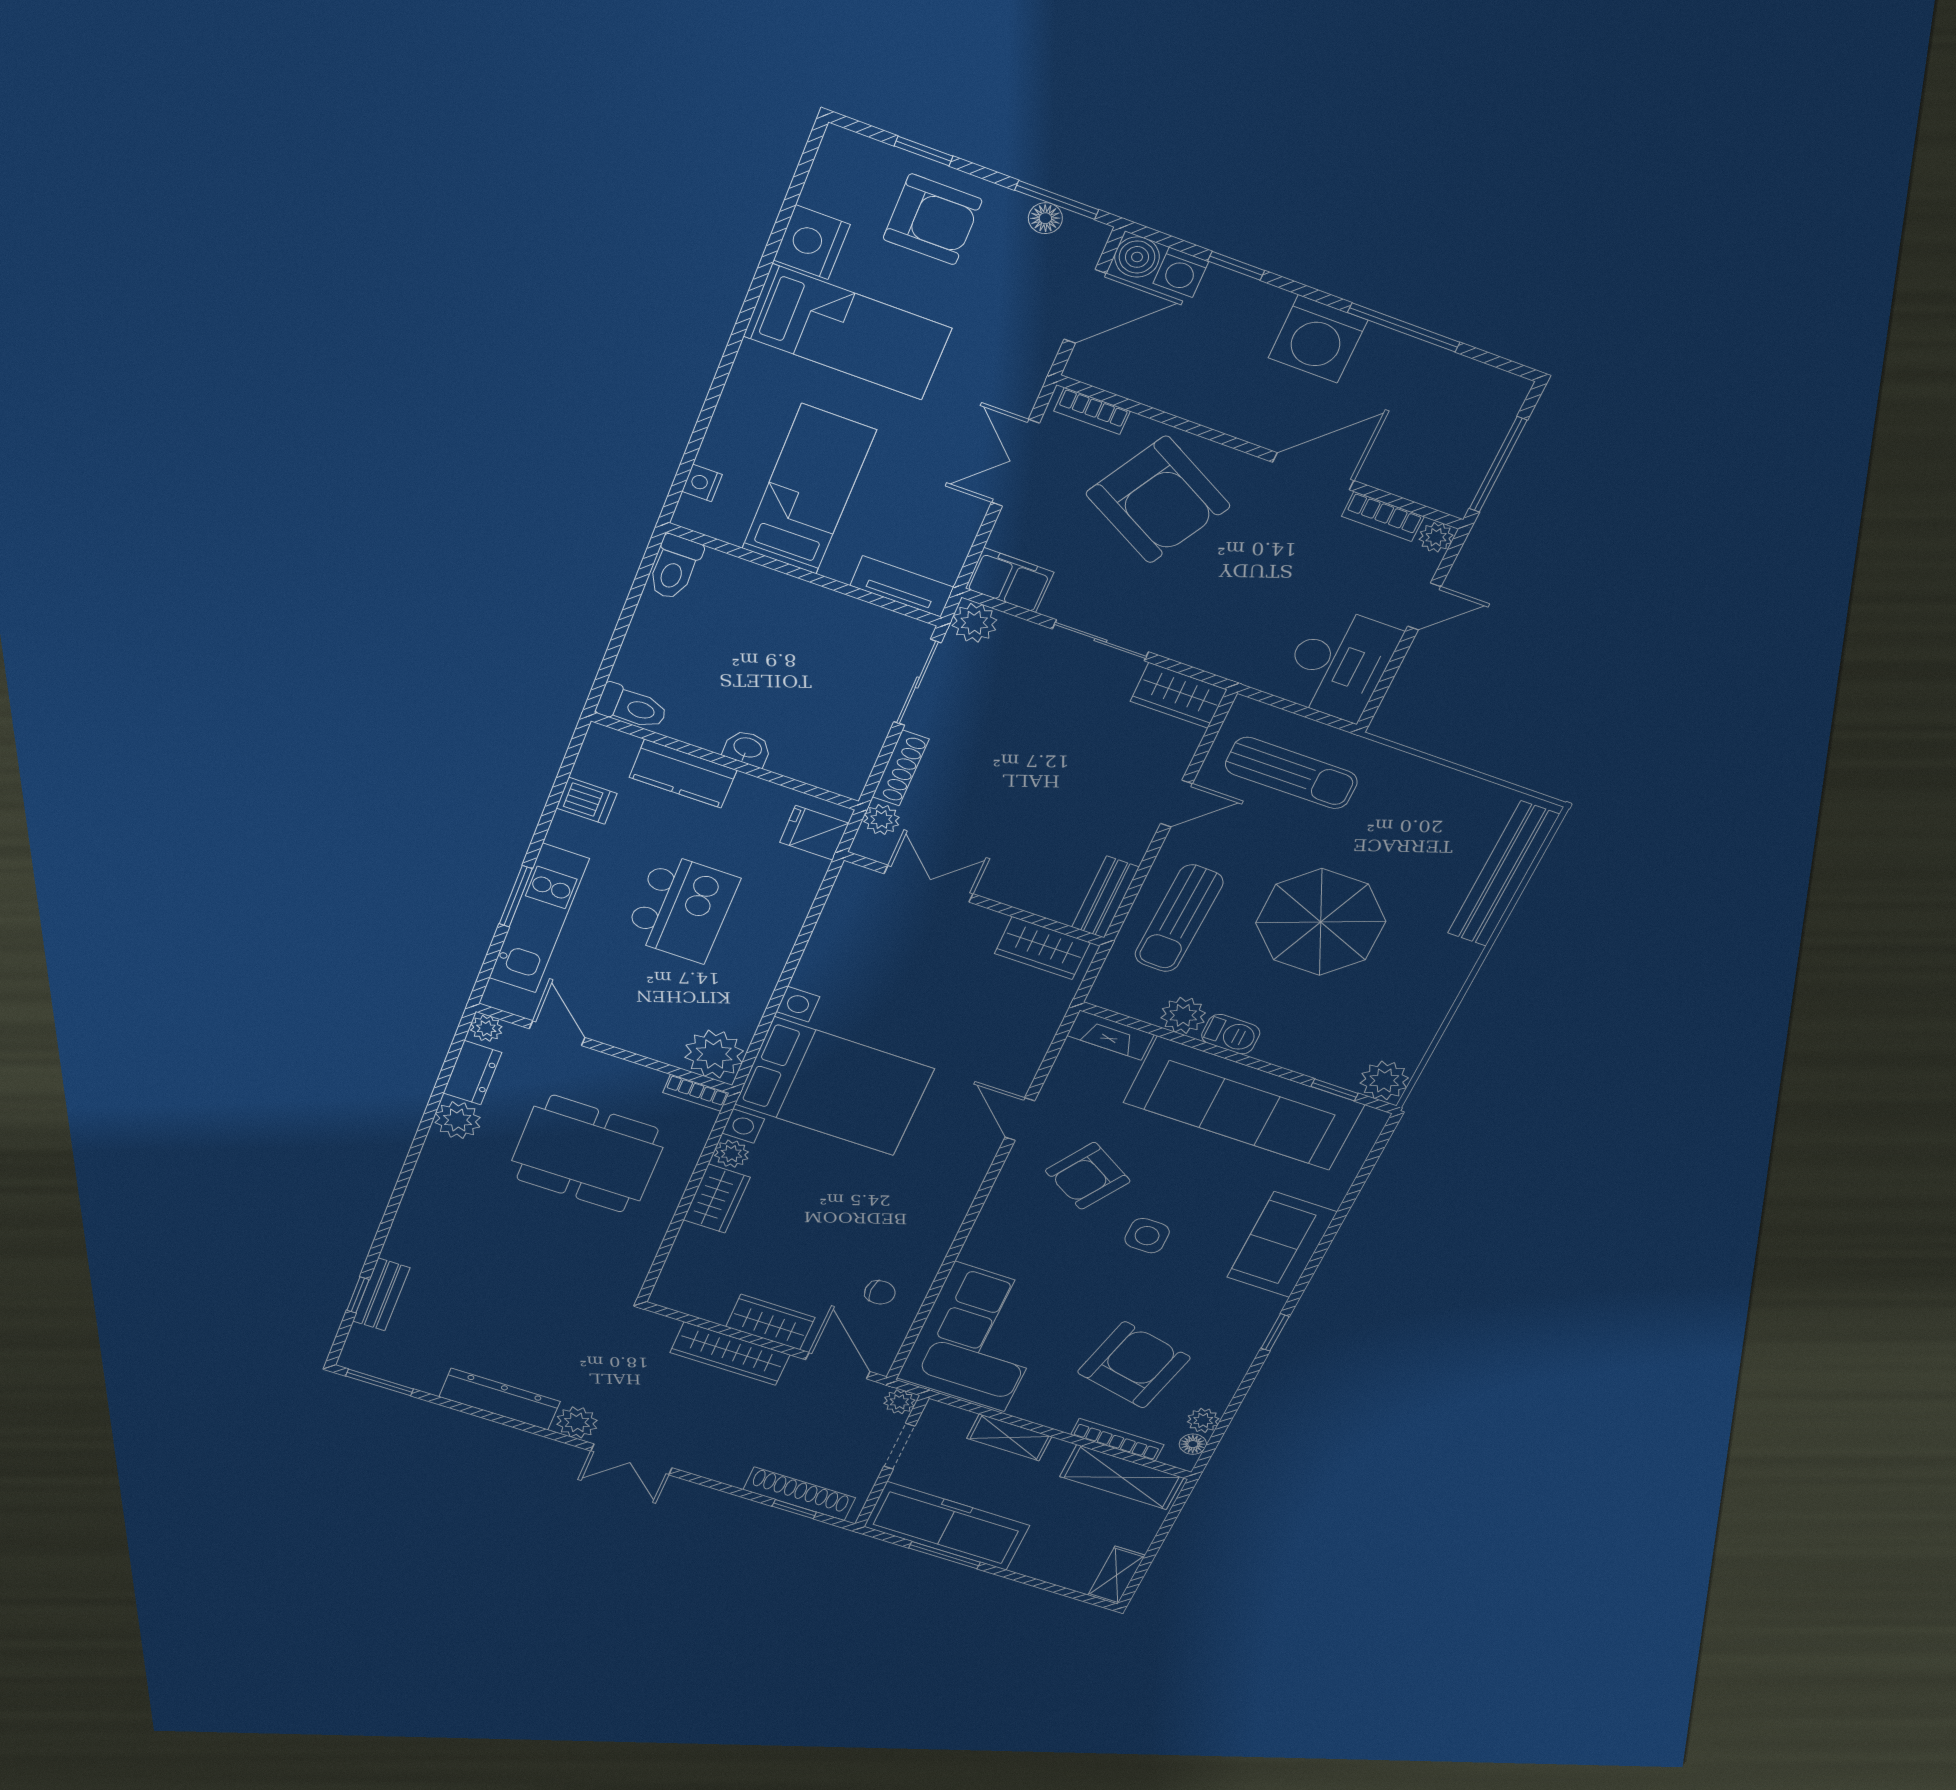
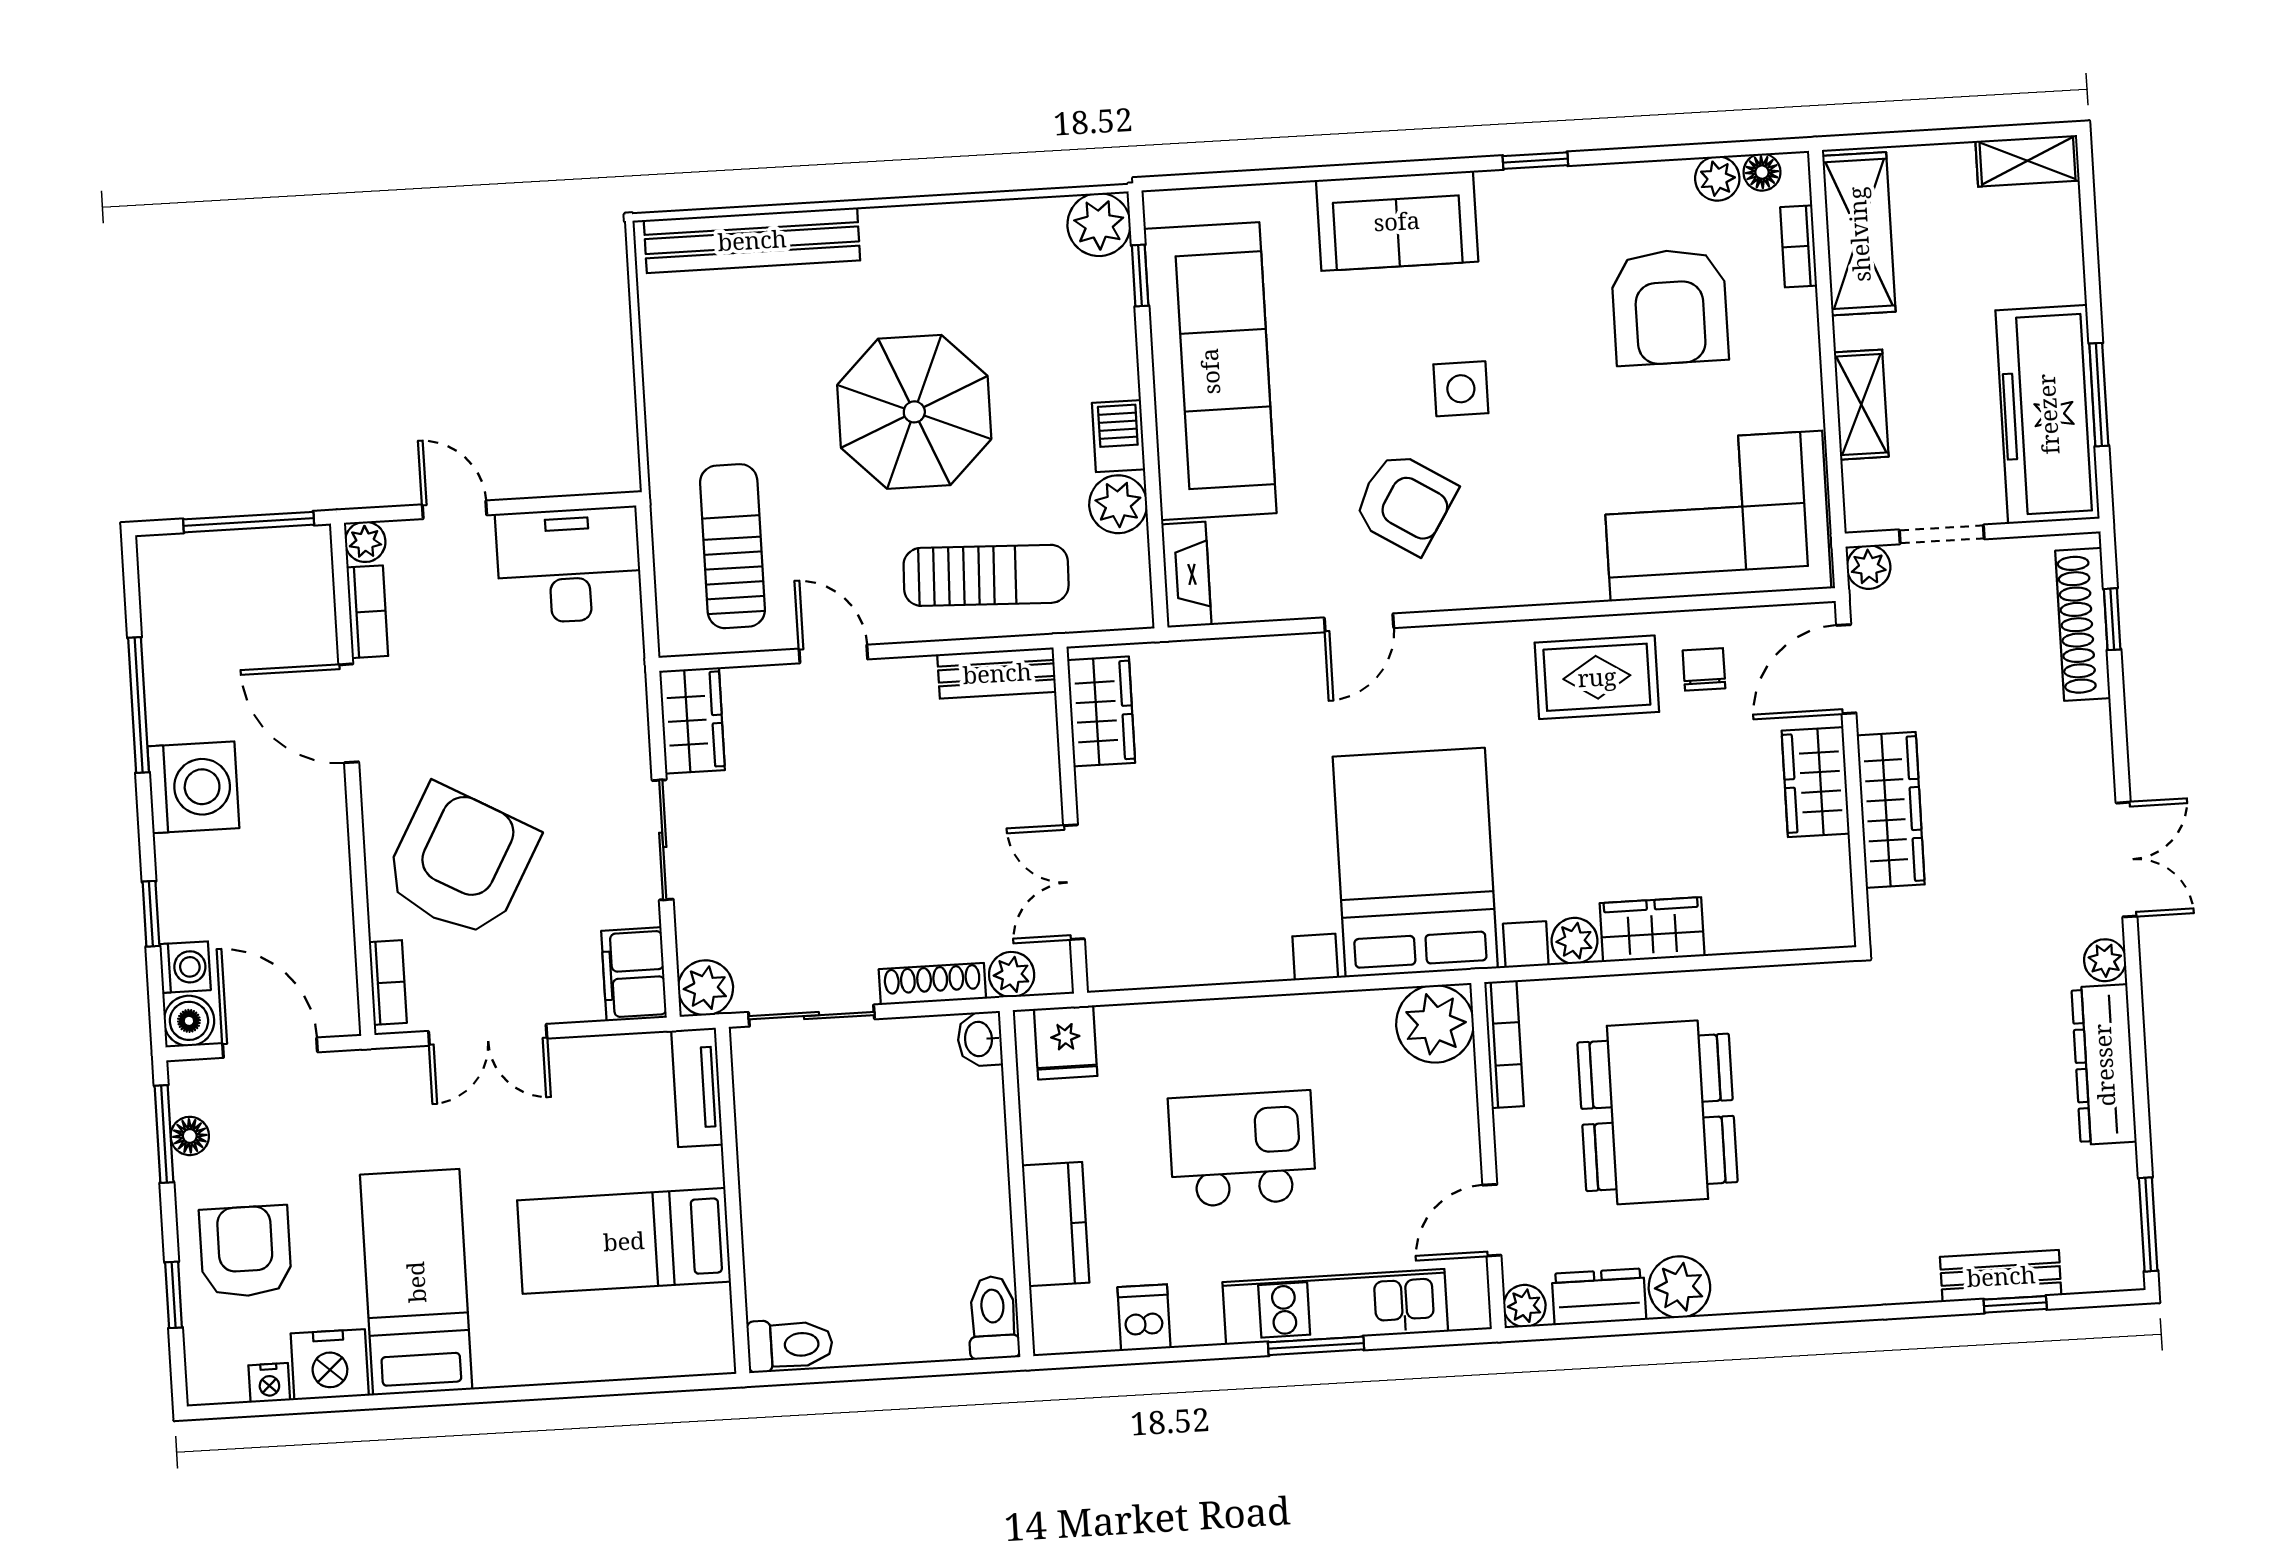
nightstand: (702, 483) -> (269, 1383), moved
washbasin: (747, 748) -> (980, 1039), moved
bookcase: (696, 1093) -> (1504, 1044), width x1.56
rug: (907, 1234) -> (1597, 677), added
armchair: (1134, 1365) -> (1670, 307), turned -103
plant: (577, 1422) -> (2105, 960), width x0.73, depth x0.73
bookcase: (1117, 1440) -> (1799, 246), width x0.64

